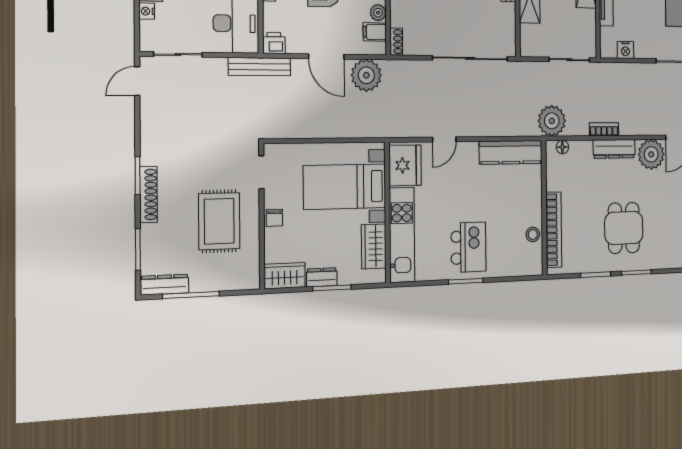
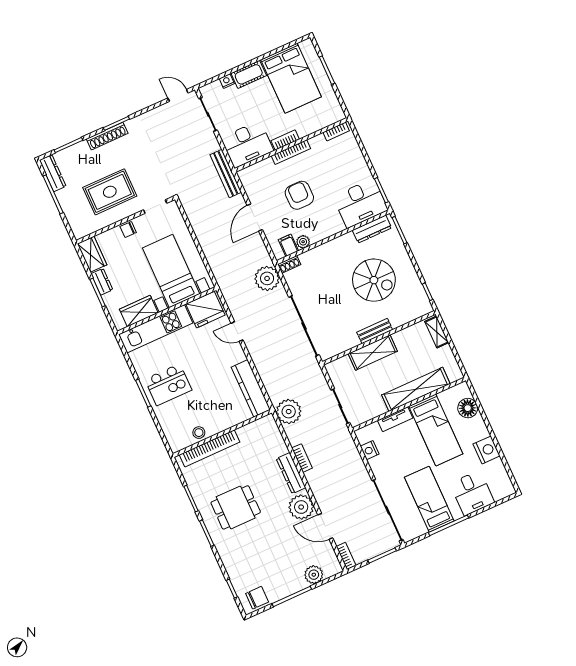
printer: (274, 43) -> (246, 176), removed
plant: (366, 75) -> (267, 278), moved
floor lamp: (562, 147) -> (273, 429), removed

